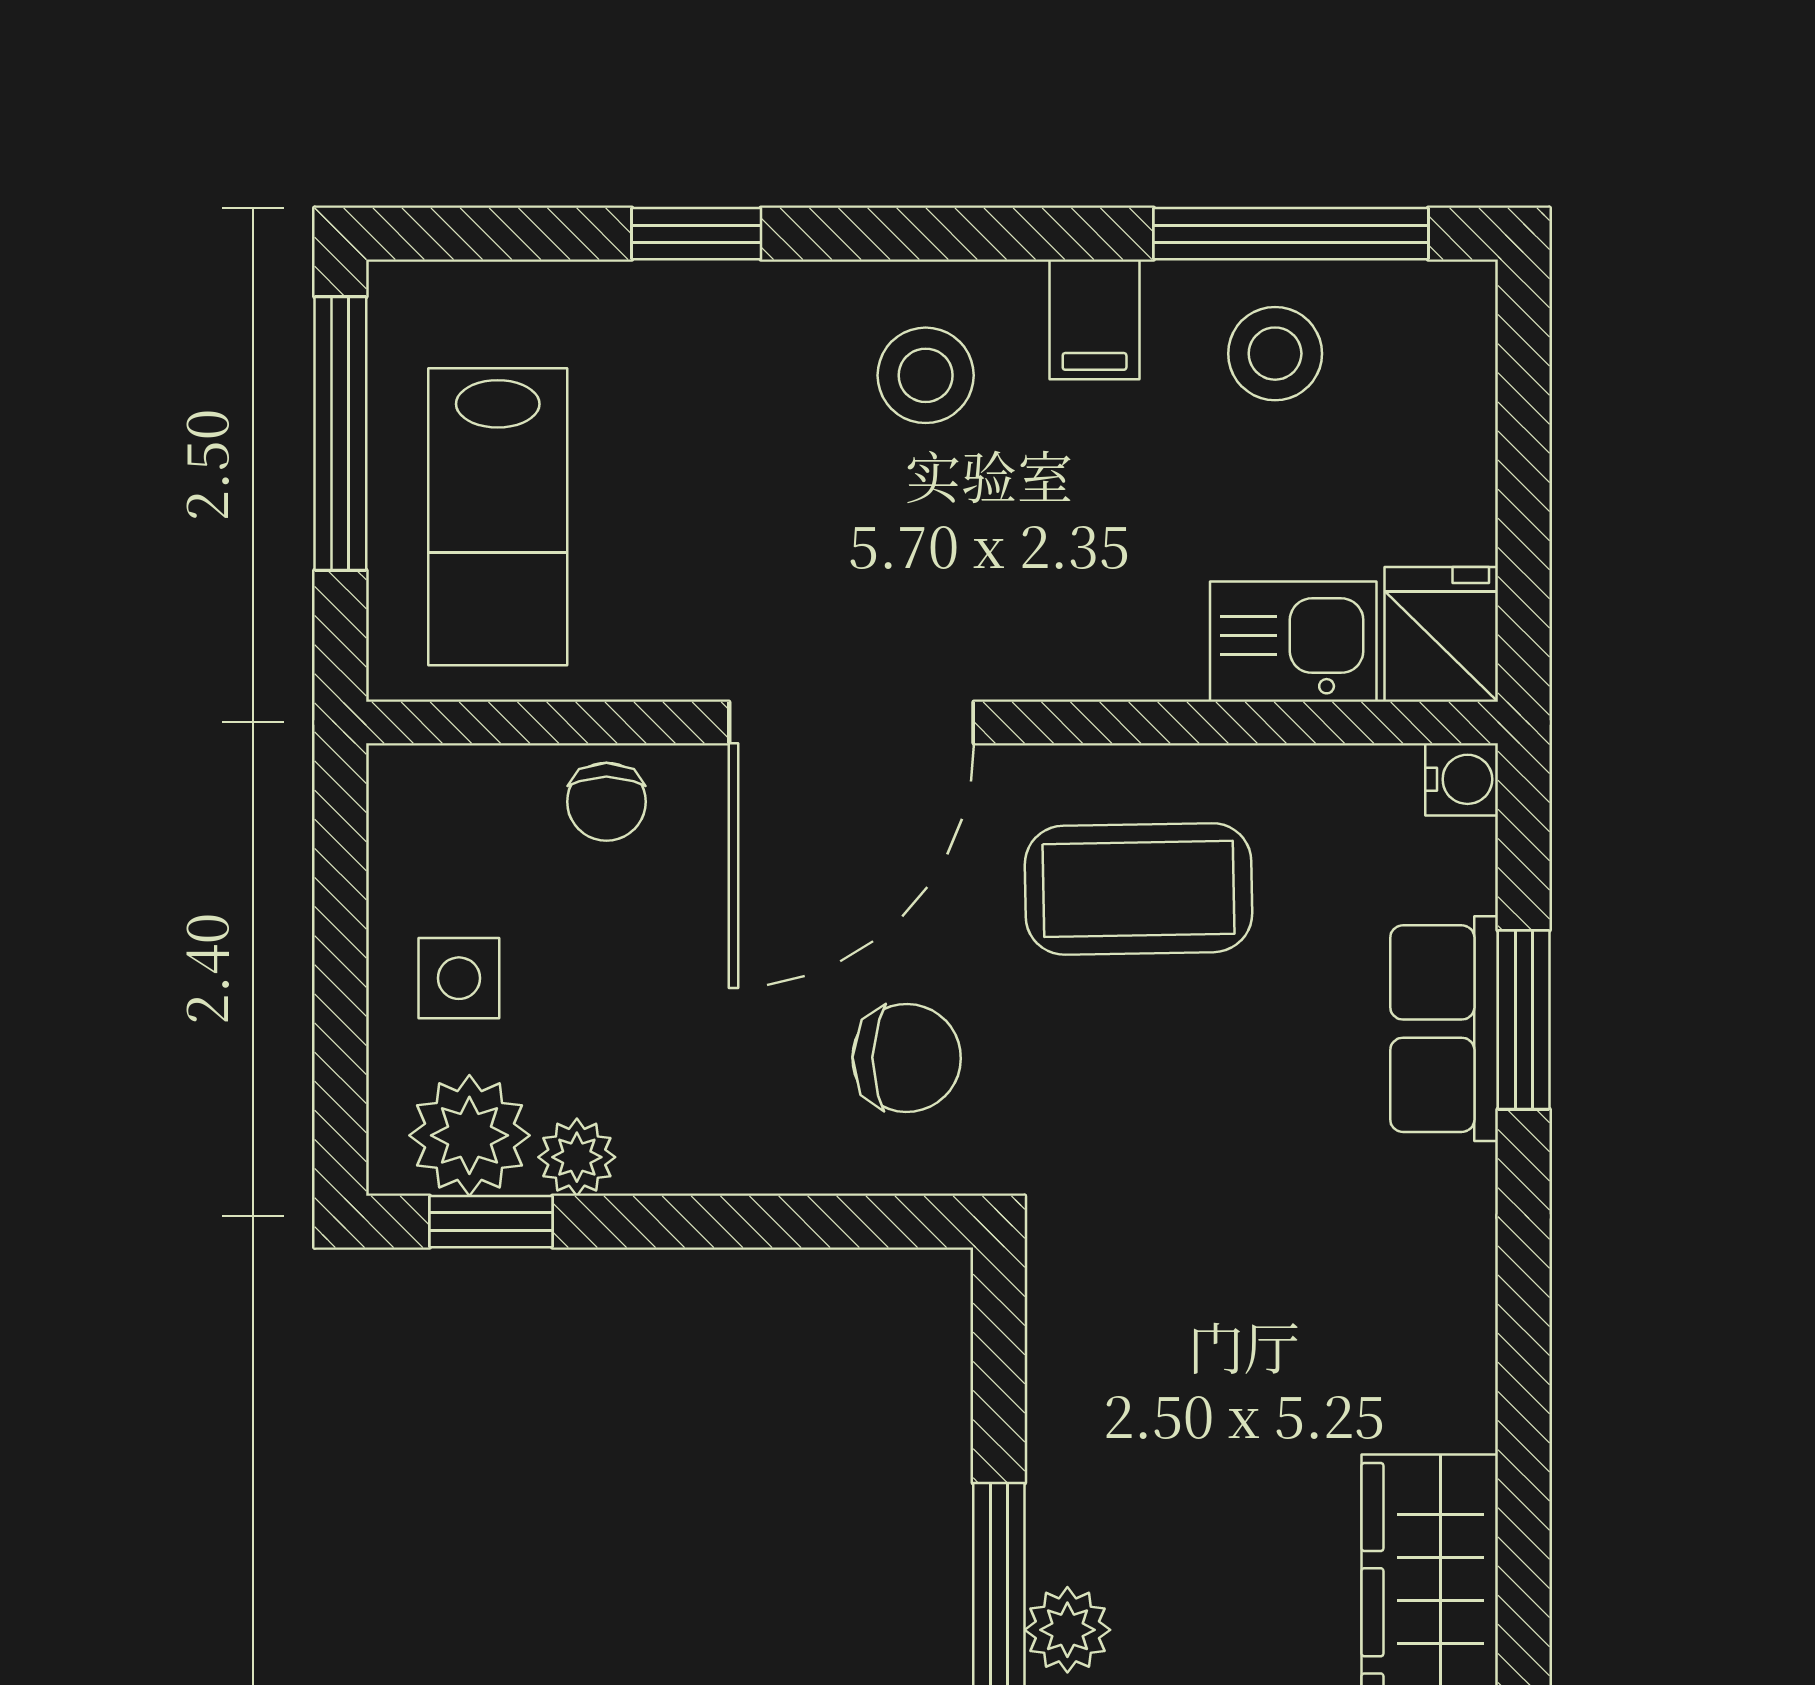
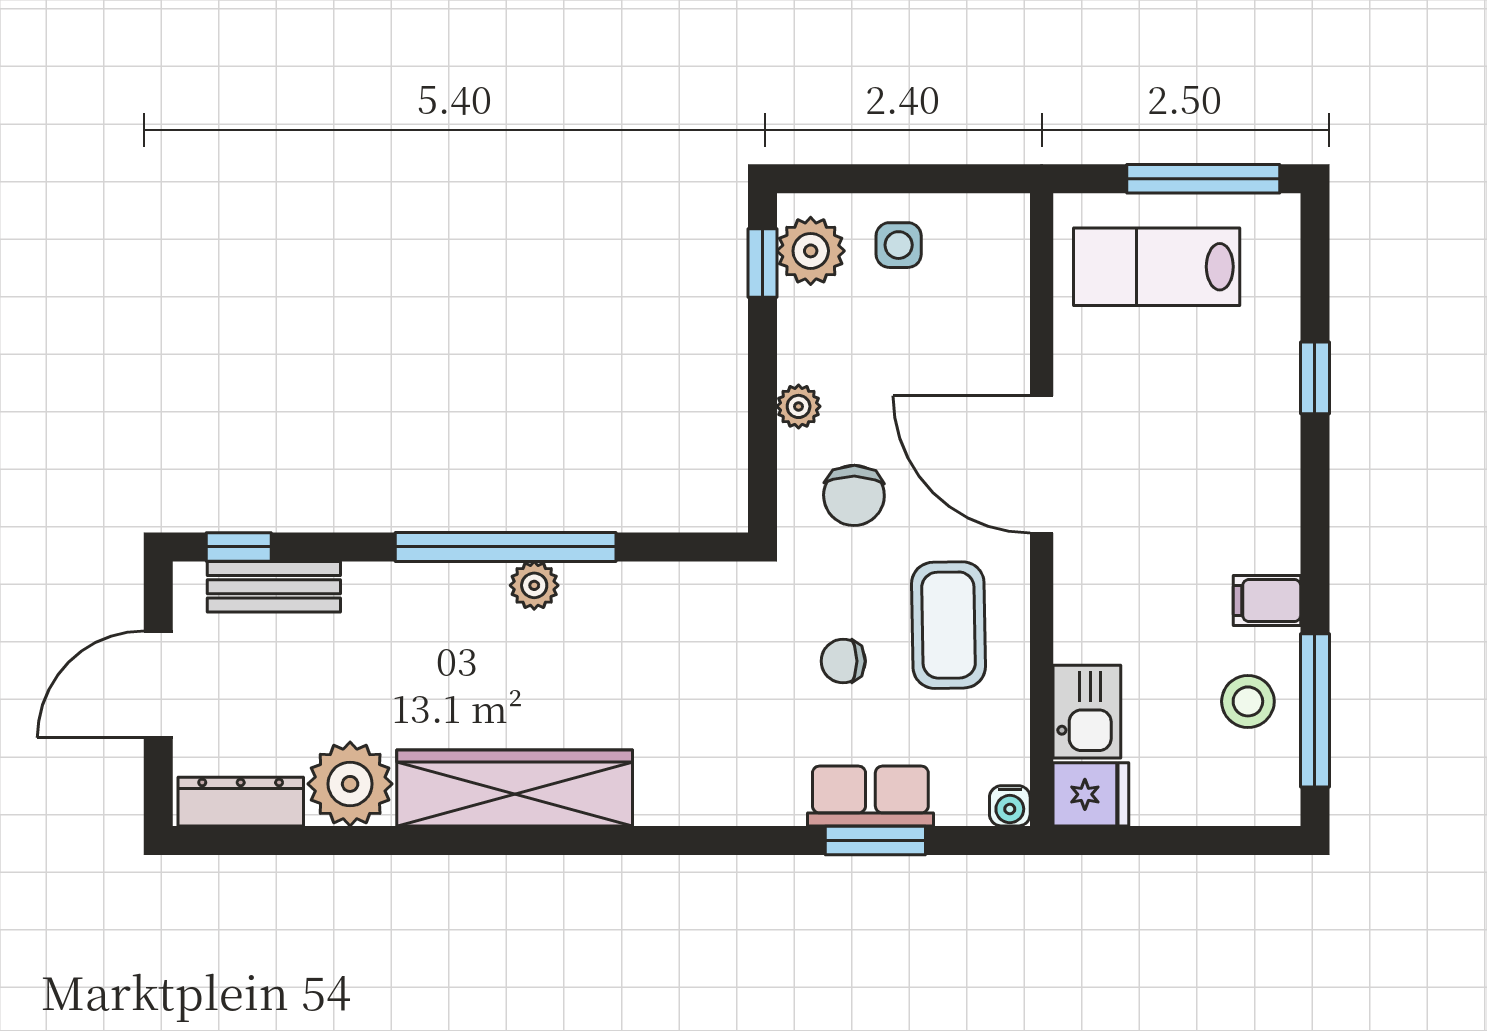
stool: (926, 375) -> (1236, 506), removed
chair: (606, 802) -> (843, 661), moved
plant: (577, 1157) -> (799, 406), moved

